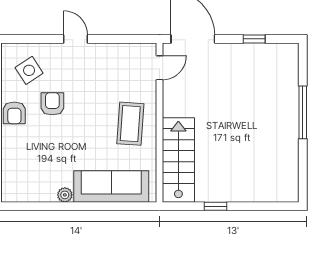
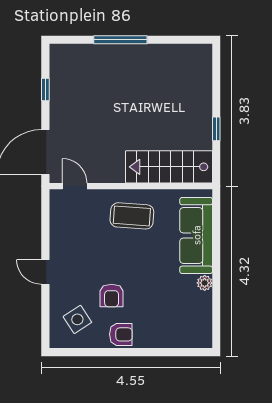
door: (76, 39) -> (45, 272), hinge flipped
armchair: (52, 104) -> (112, 296), turned -90

